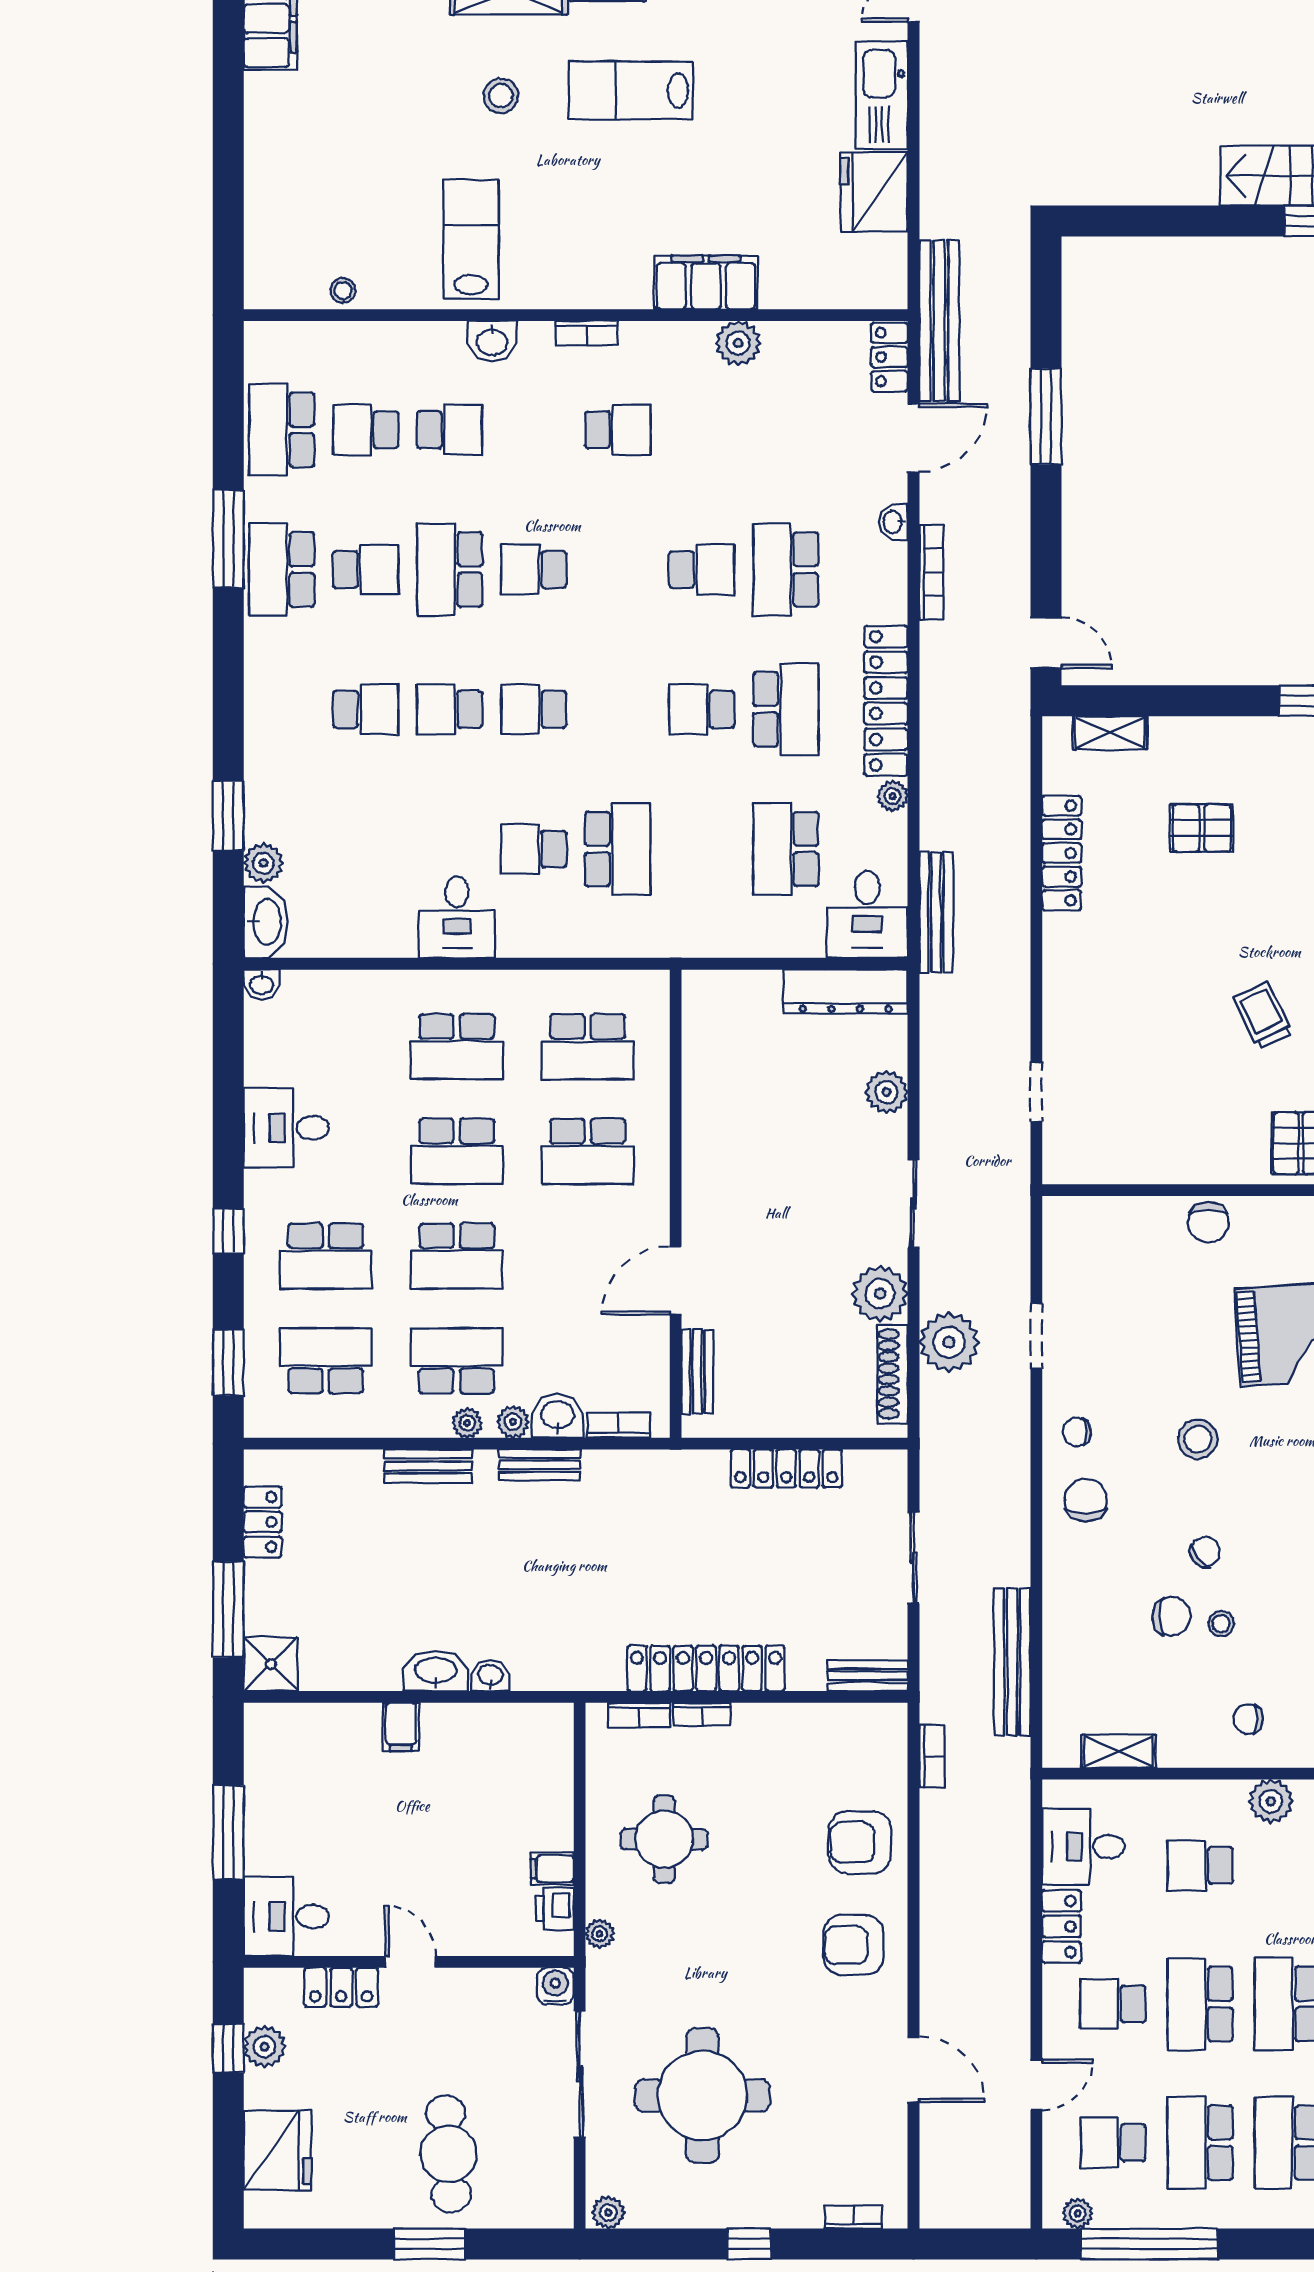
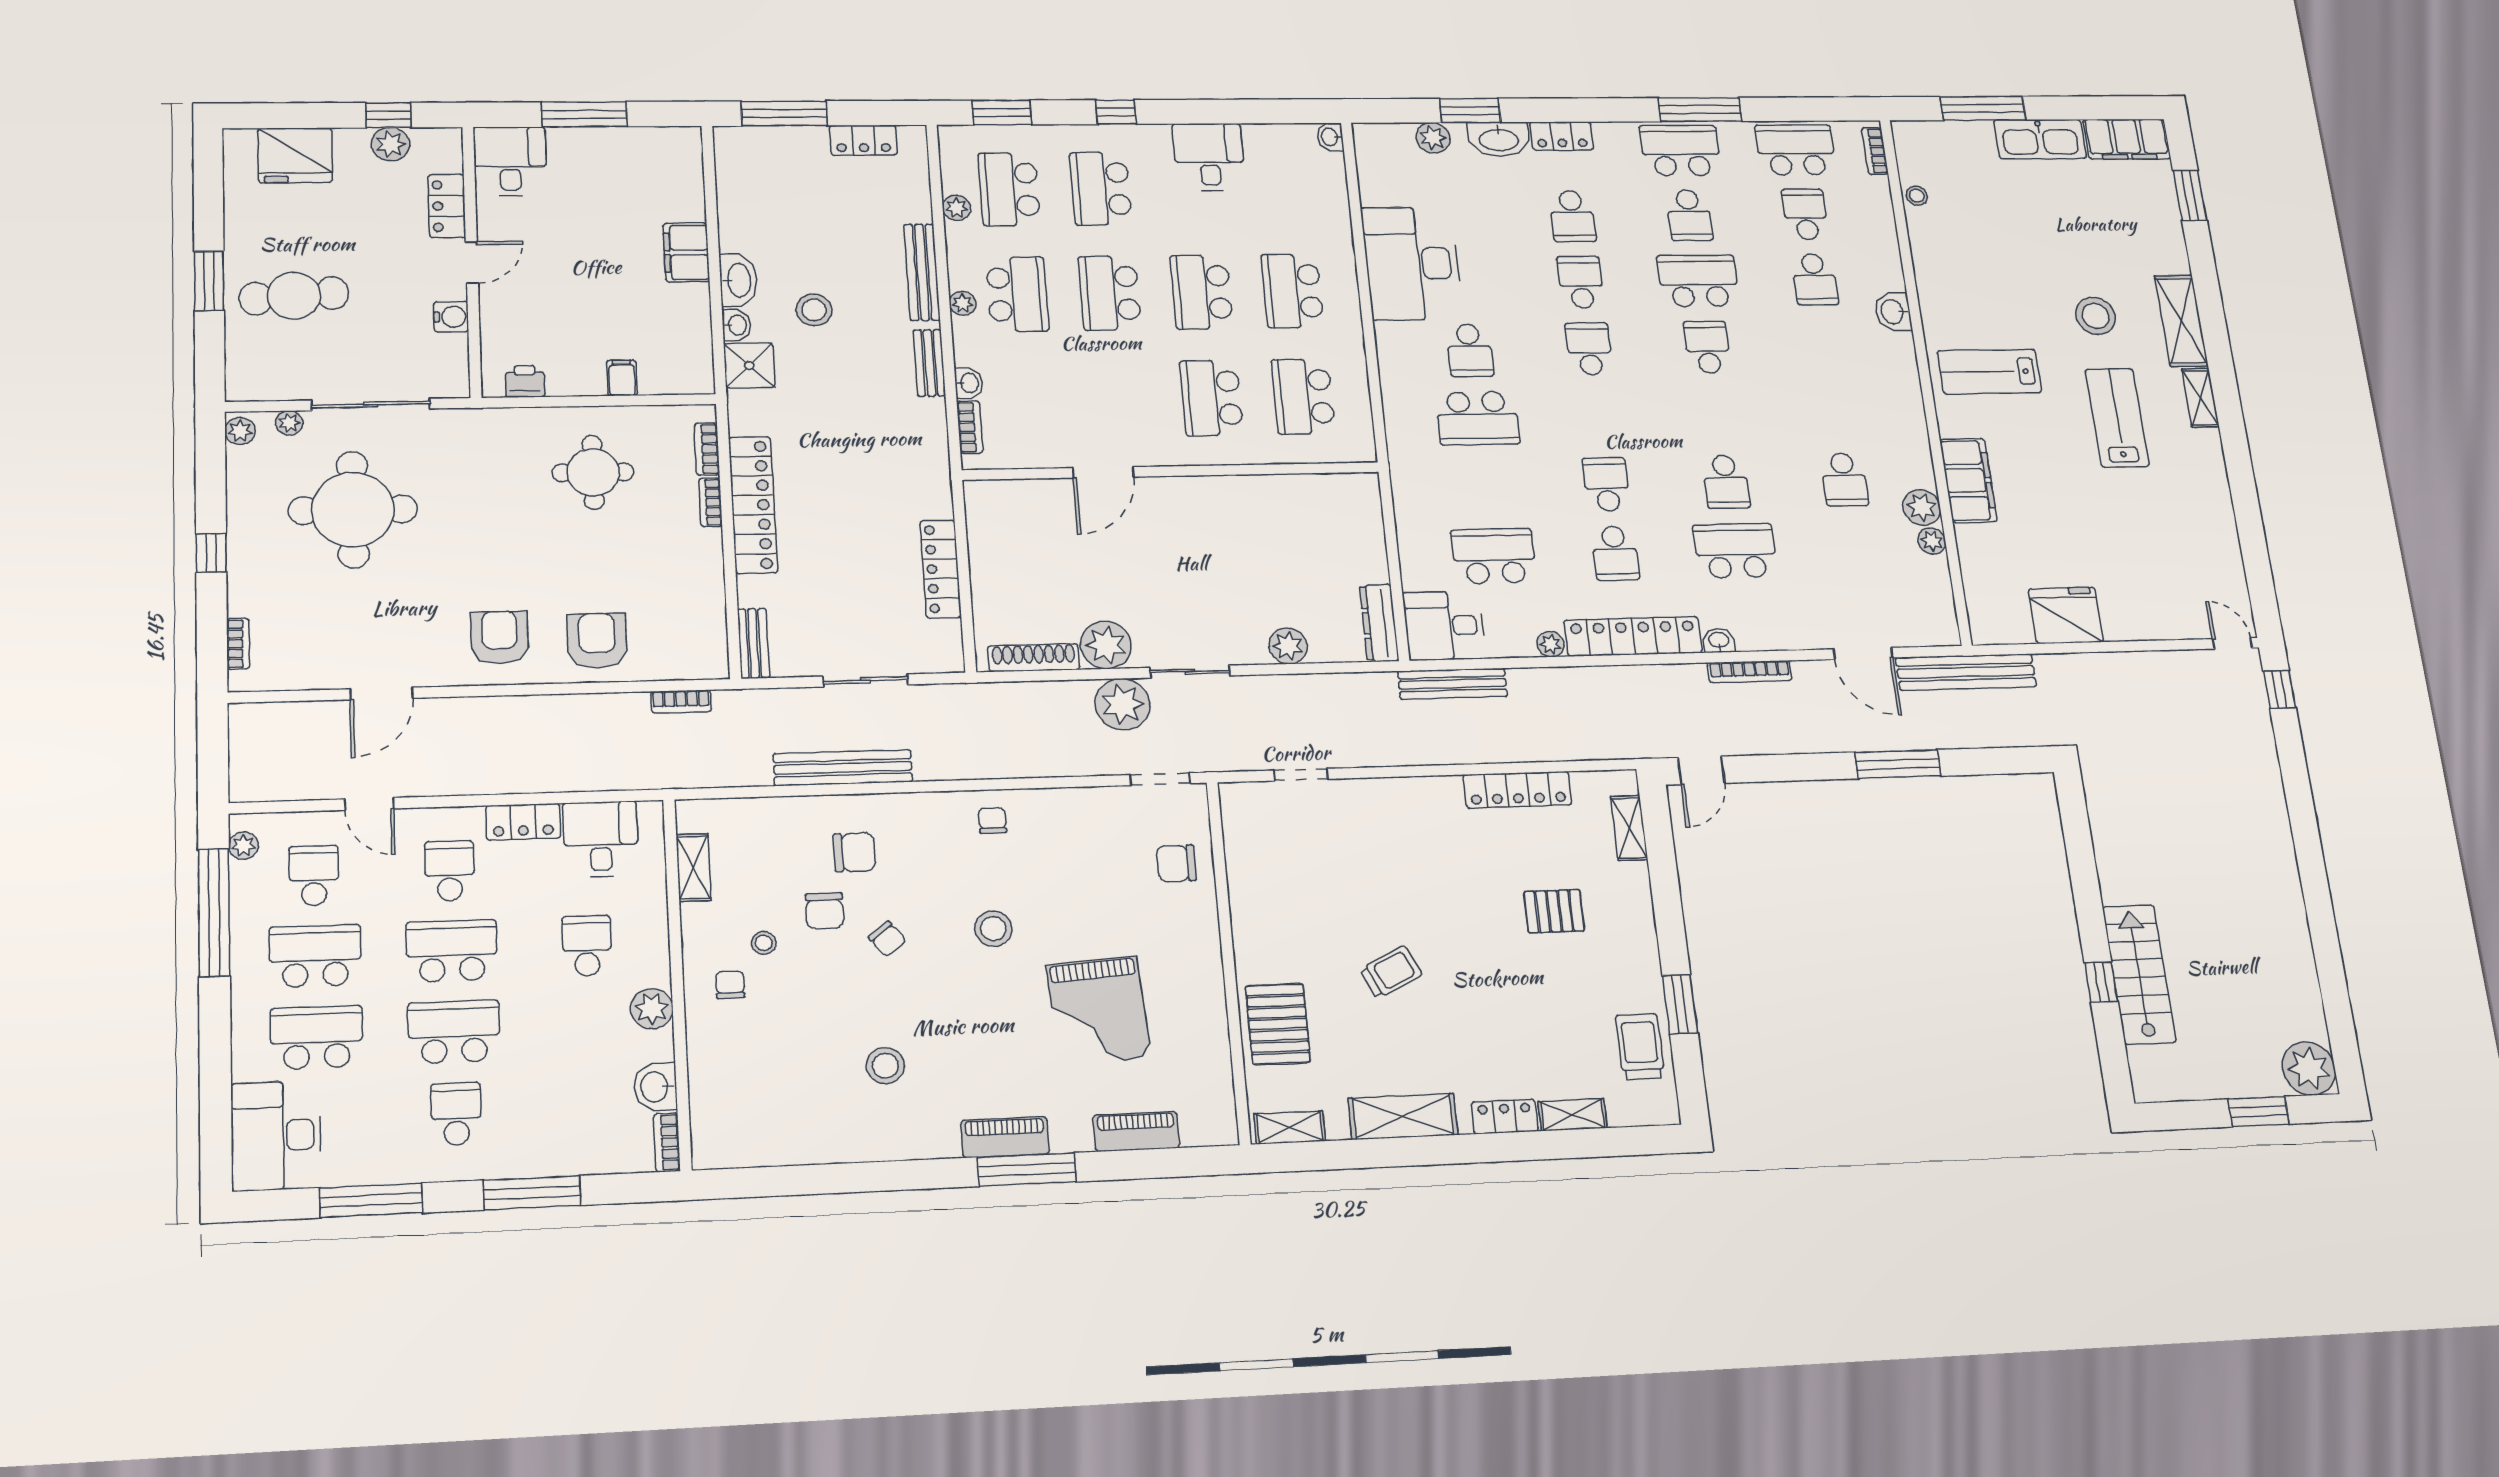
kitchen sink: (882, 95) -> (2040, 139), moved, turned 180
stool: (501, 96) -> (2095, 316), width x1.38, depth x1.38
window: (228, 192) -> (1983, 108), added
lab bench: (471, 239) -> (1989, 372), moved, turned 180
bookcase: (587, 333) -> (1875, 151), moved
plant: (779, 337) -> (1932, 541), added
locker: (889, 357) -> (1562, 136), moved, turned 180
school desk: (618, 430) -> (1844, 480), moved
washbasin: (893, 522) -> (1719, 640), moved
school desk: (786, 709) -> (1615, 553), width x0.54
pallet: (1202, 828) -> (1554, 911), turned 90
school desk: (534, 849) -> (1470, 350), turned 180
desk: (457, 917) -> (1412, 263), width x1.87, depth x1.30
washbasin: (266, 922) -> (1499, 139), moved
dresser: (846, 992) -> (1379, 623), width x0.73, depth x0.80
chair: (1208, 1222) -> (1176, 863), moved
door: (676, 1281) -> (1103, 472), swing flipped
doorway: (1036, 1336) -> (1160, 779), moved
plant: (949, 1342) -> (1123, 704), moved
school desk: (326, 1361) -> (1009, 189), turned 180
bench: (697, 1372) -> (1023, 492), removed
washbasin: (558, 1416) -> (969, 383), width x0.72, depth x0.69
plant: (513, 1422) -> (957, 208), moved
bench: (428, 1466) -> (922, 272), width x1.36
chair: (1086, 1500) -> (854, 852), moved
stool: (473, 1589) -> (814, 310), added
stool: (1221, 1624) -> (764, 943), moved
bench: (1012, 1662) -> (843, 768), moved
shower: (271, 1664) -> (749, 366), moved
filing cabinet: (401, 1727) -> (686, 252), width x2.00
filing cabinet: (552, 1869) -> (622, 378), moved
plant: (600, 1934) -> (289, 423), moved
water cooler: (555, 1986) -> (451, 317), moved

